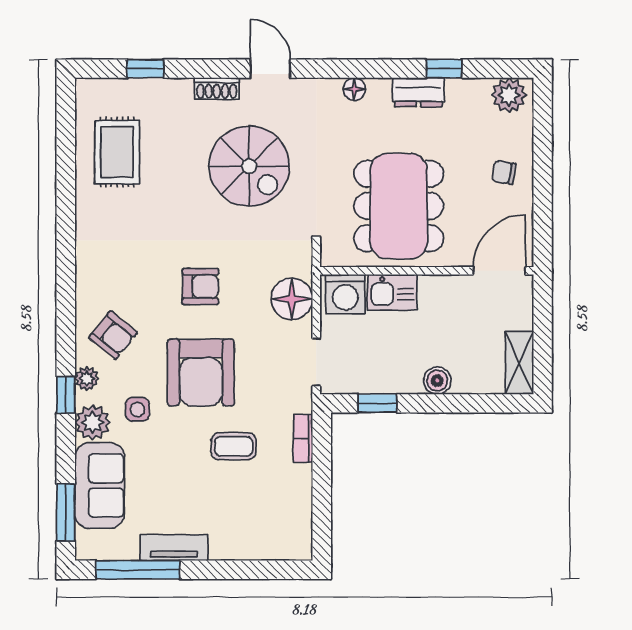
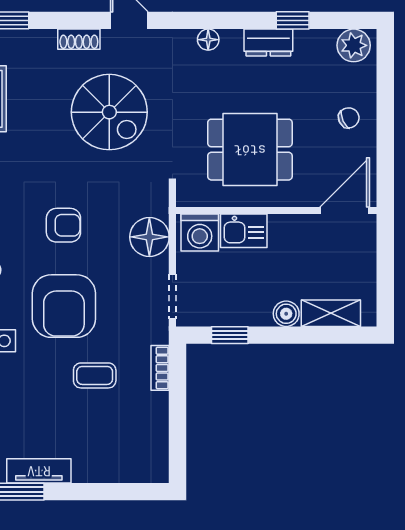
chair: (504, 172) -> (349, 118), turned 145
dining table: (399, 206) -> (250, 150), width x0.73
shelving: (519, 363) -> (331, 313), moved, turned 90

